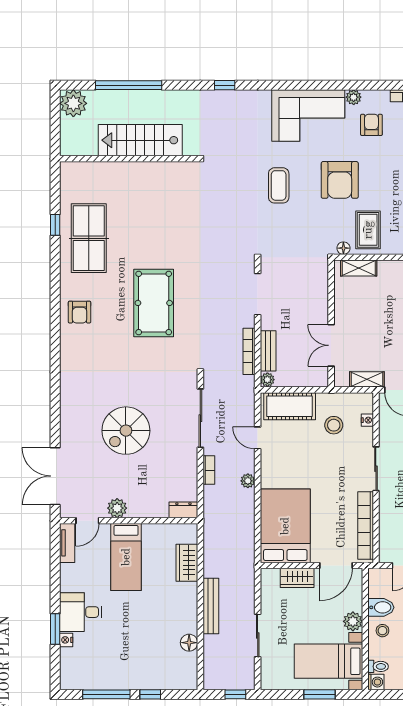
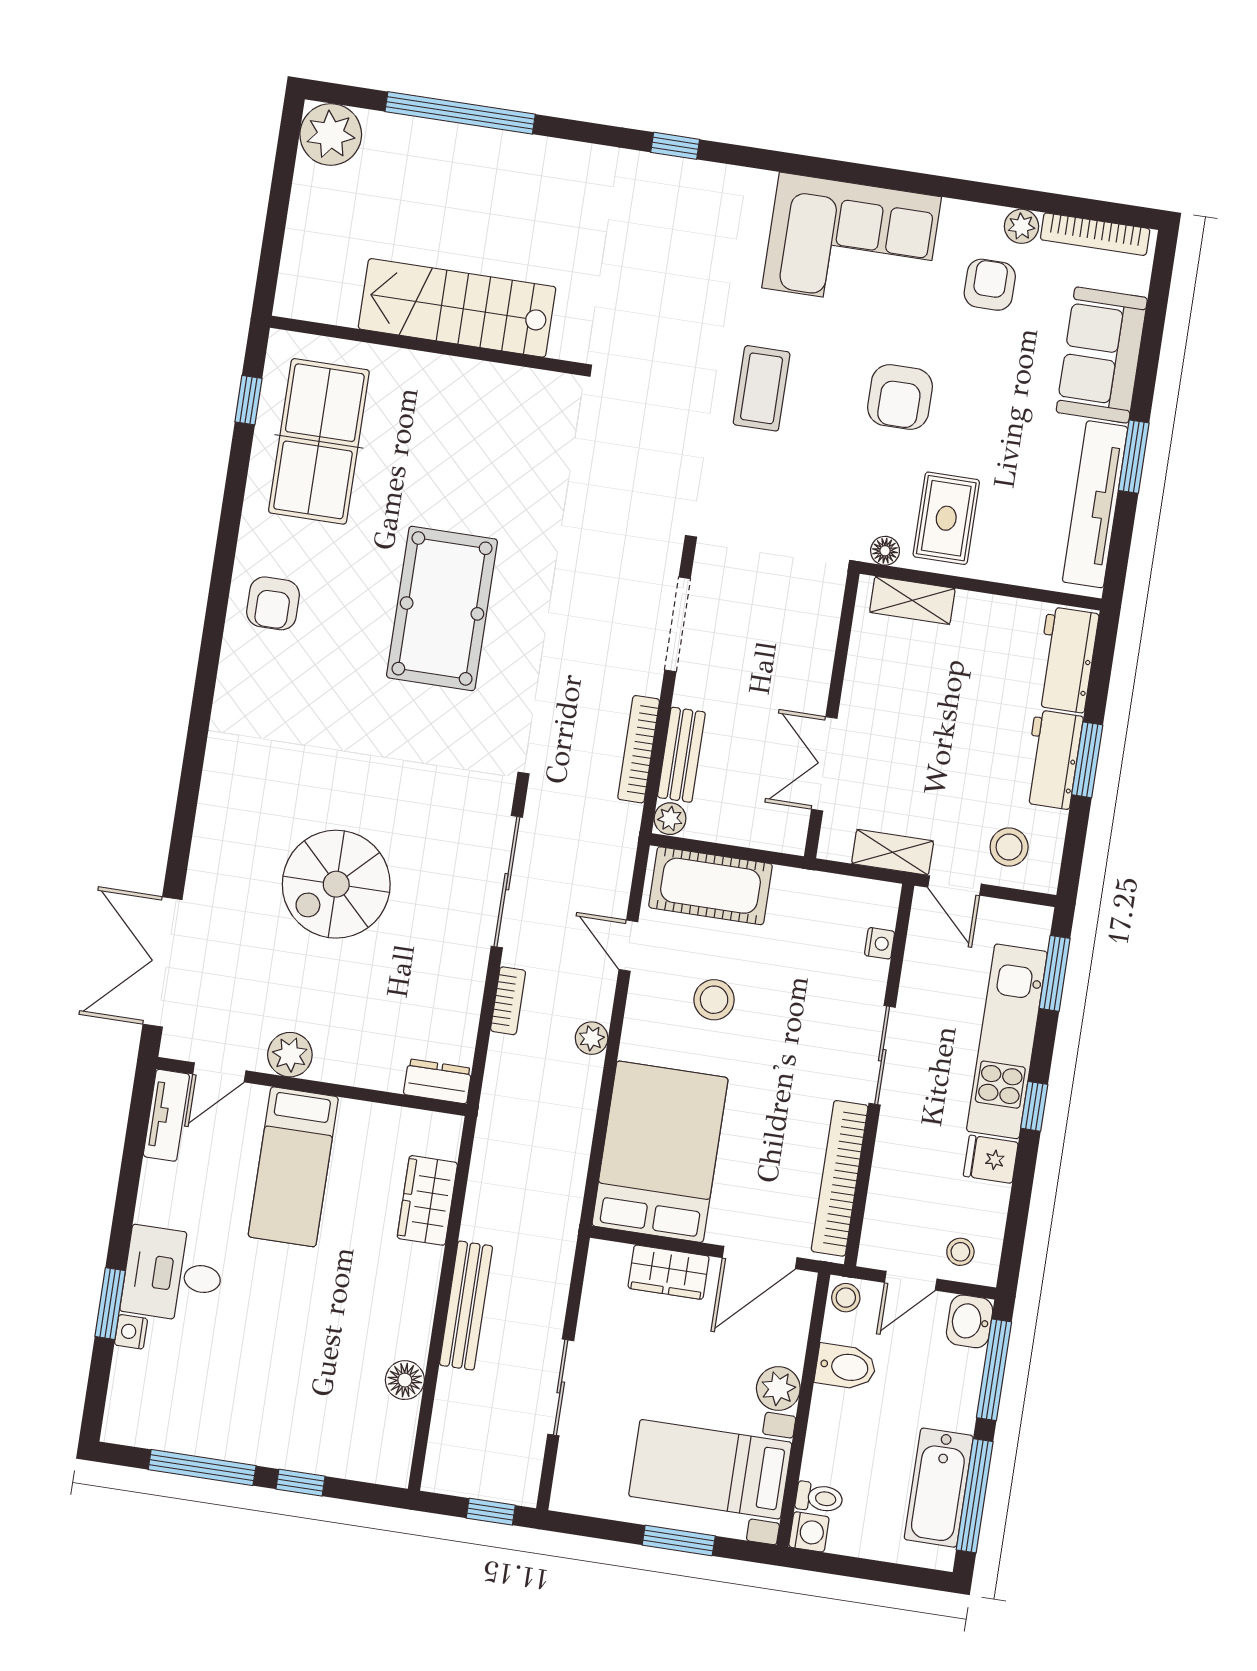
plant: (354, 97) -> (1021, 226), moved
stairs: (140, 140) -> (457, 308), moved
wall: (129, 159) -> (425, 345), moved
armchair: (340, 180) -> (900, 397), width x0.73, depth x0.73
stool: (334, 425) -> (714, 1000), moved
stool: (382, 631) -> (846, 1298), moved

